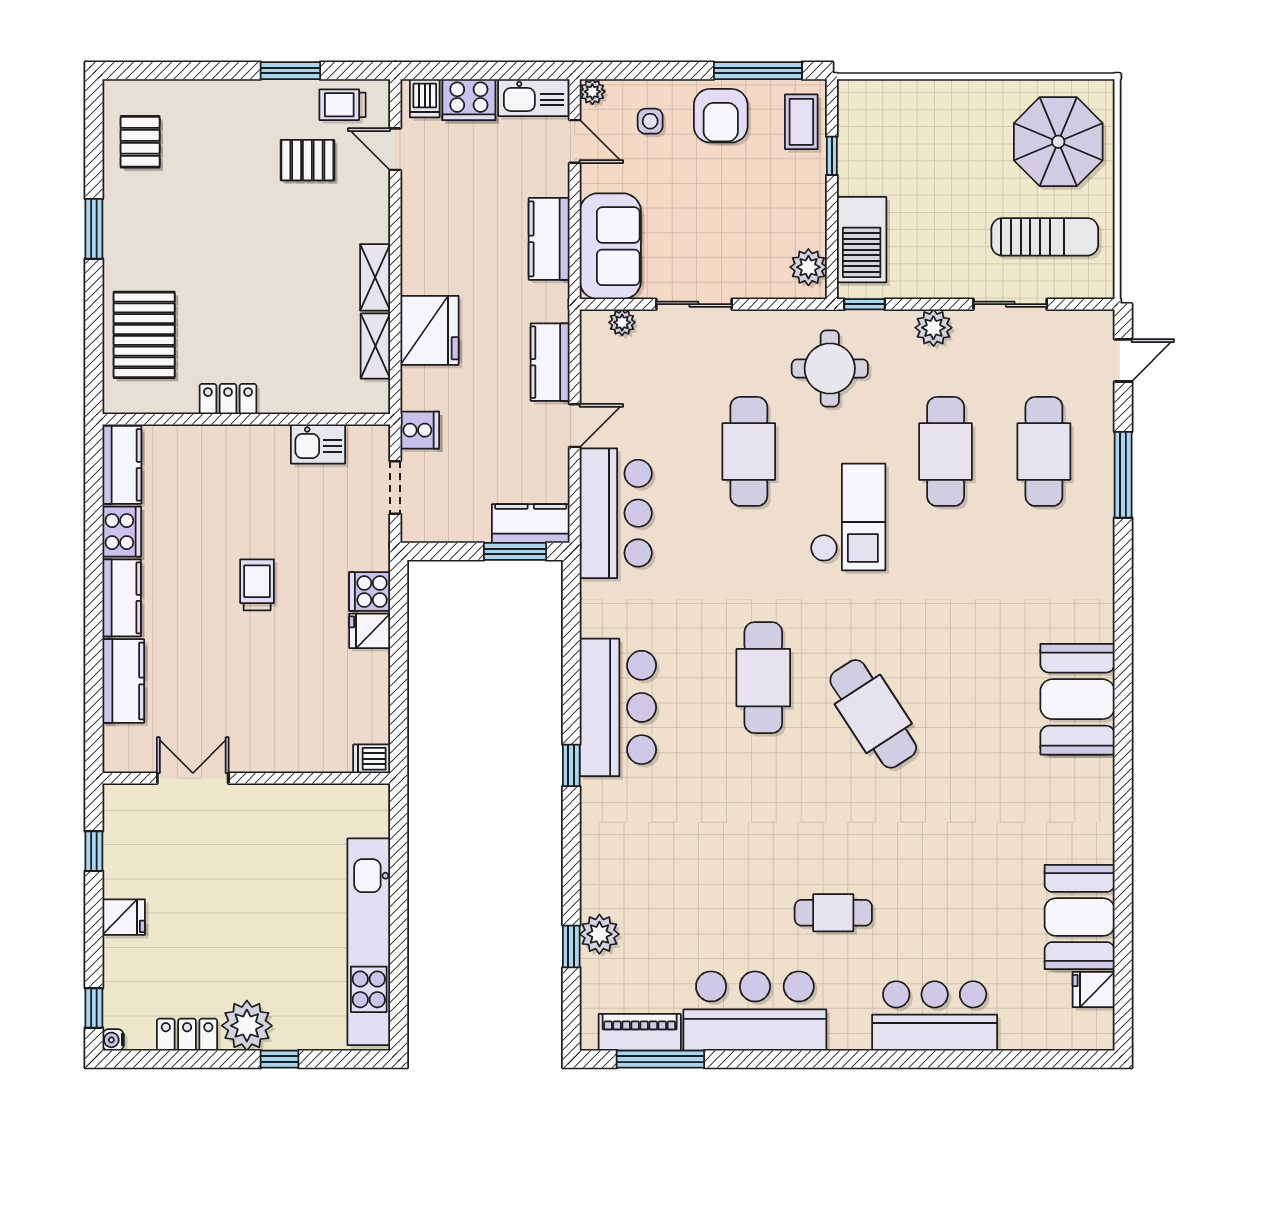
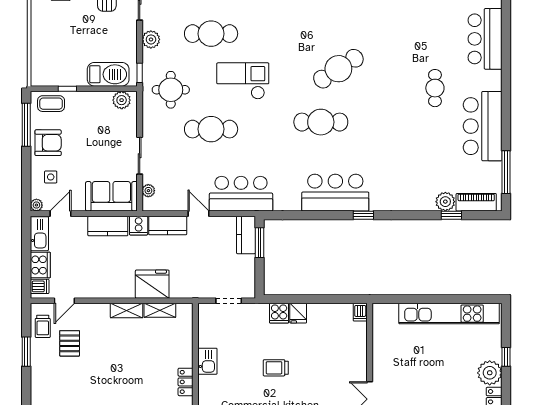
cooker: (420, 430) -> (139, 226), moved, turned 180
kitchen sink: (318, 444) -> (207, 361), moved
piano: (640, 1032) -> (476, 202), moved, turned 90

